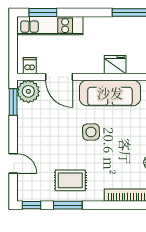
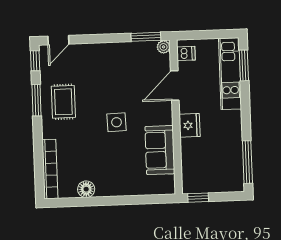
fridge: (115, 65) -> (190, 125), moved
plant: (28, 91) -> (164, 47), width x0.53, depth x0.53
sofa: (110, 93) -> (160, 150), width x0.73
door: (13, 163) -> (58, 40), moved

